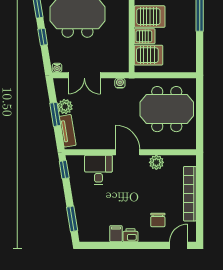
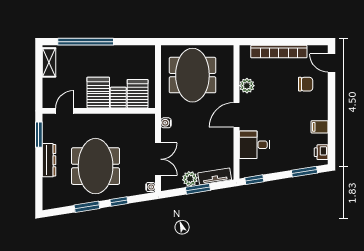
printer: (130, 235) -> (321, 152), moved

